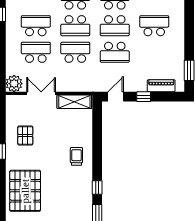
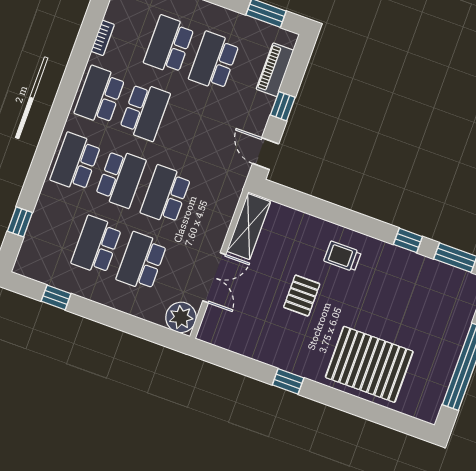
school desk: (115, 52) -> (214, 61), moved, turned 180
double door: (41, 93) -> (214, 278), swing flipped
pallet: (25, 135) -> (302, 296), moved, turned 90

